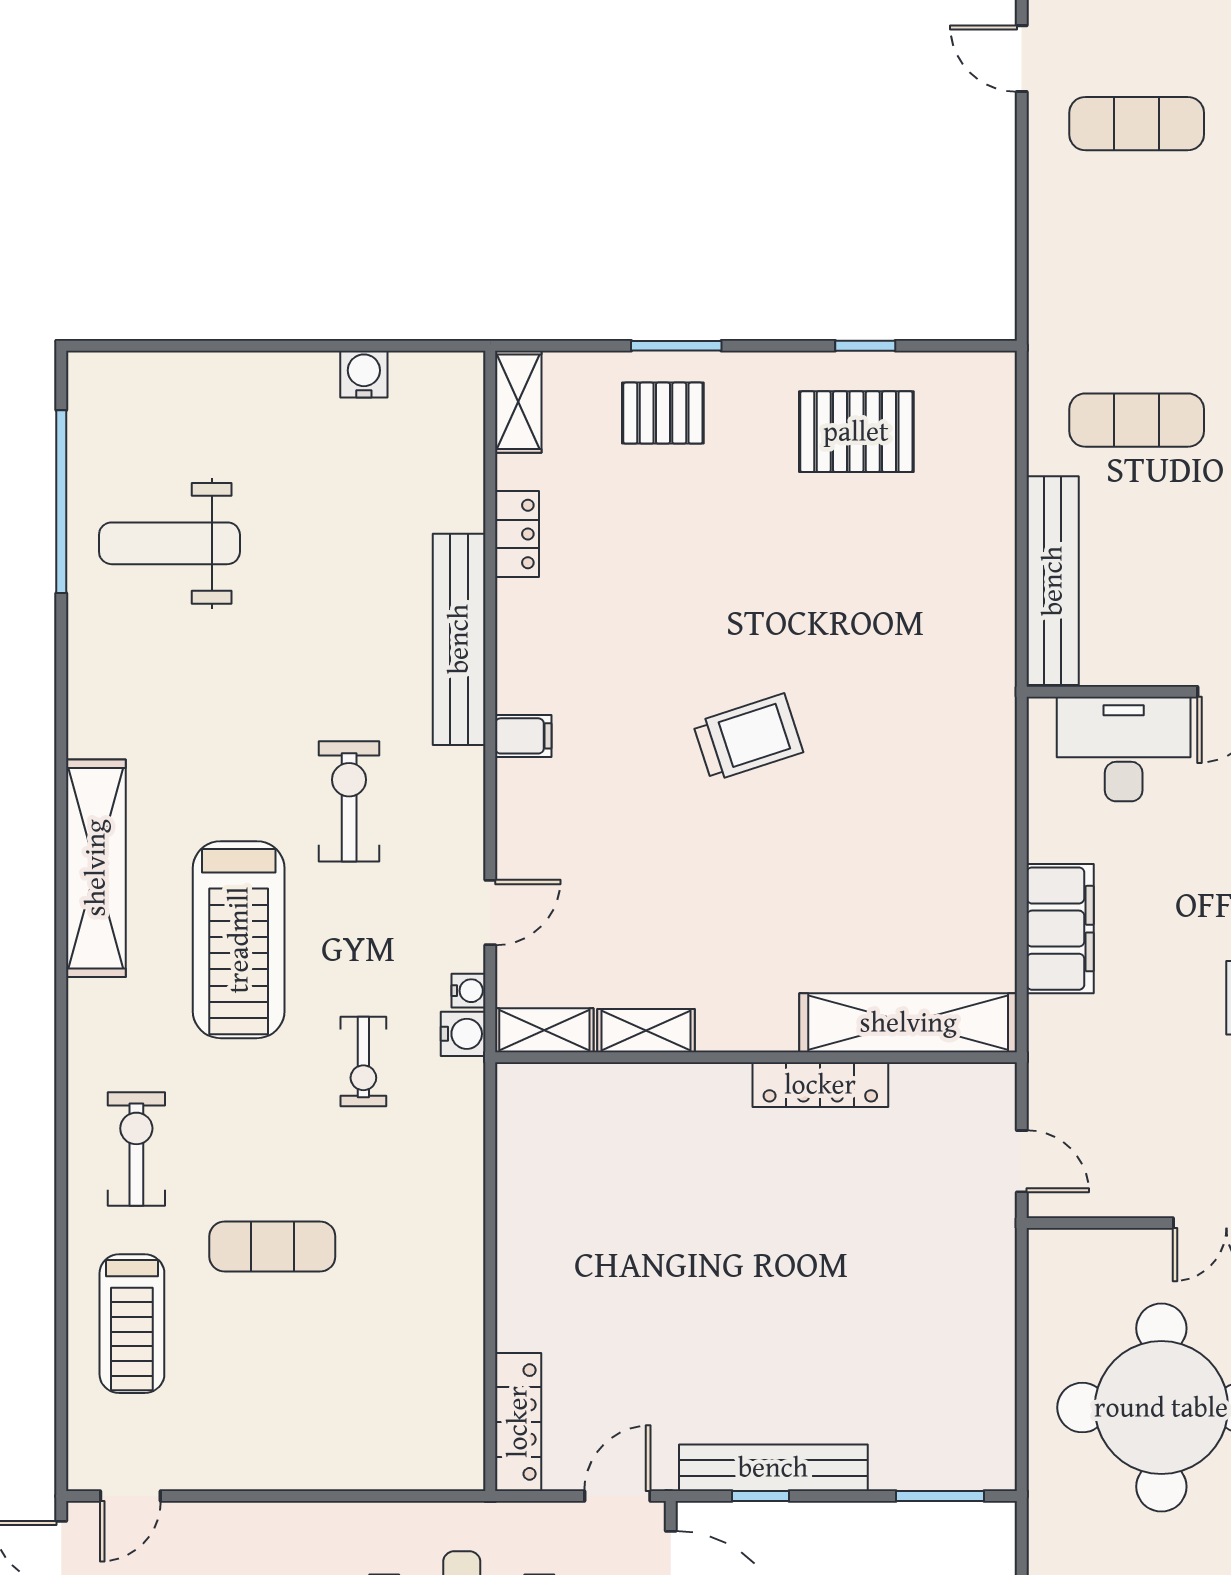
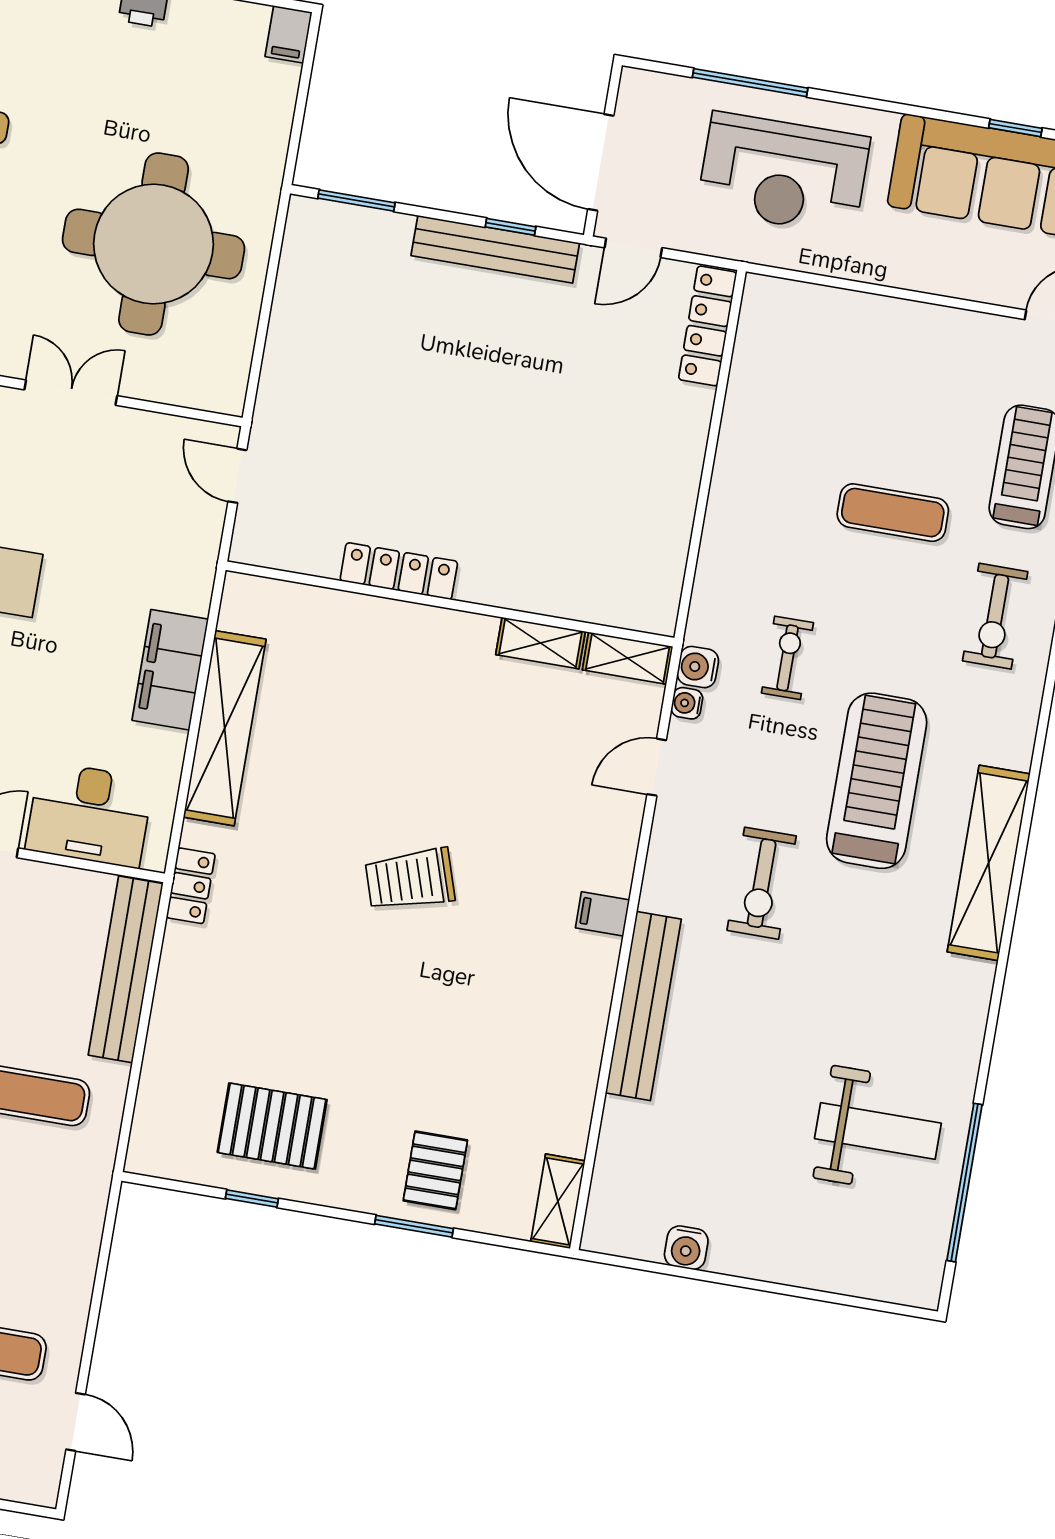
pallet: (663, 413) -> (435, 1170), turned 90
locker: (517, 534) -> (191, 886), moved, turned 180
shelving: (908, 1023) -> (225, 728), moved, turned 90

